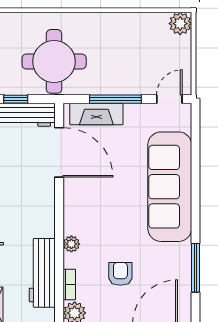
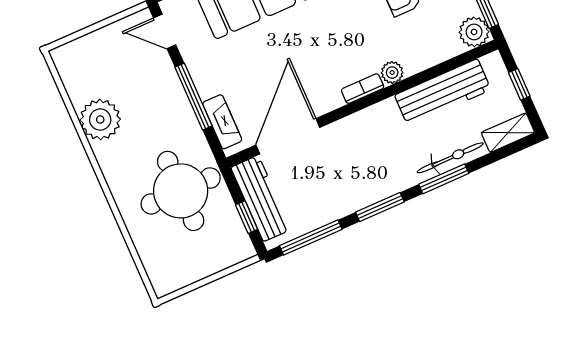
plant: (180, 24) -> (100, 120), moved, width x1.36, depth x1.36
fireplace: (96, 114) -> (222, 122), width x0.73, depth x0.76
bookcase: (69, 285) -> (363, 89), moved

